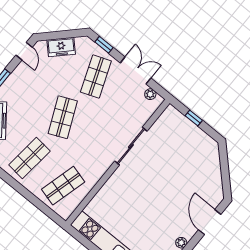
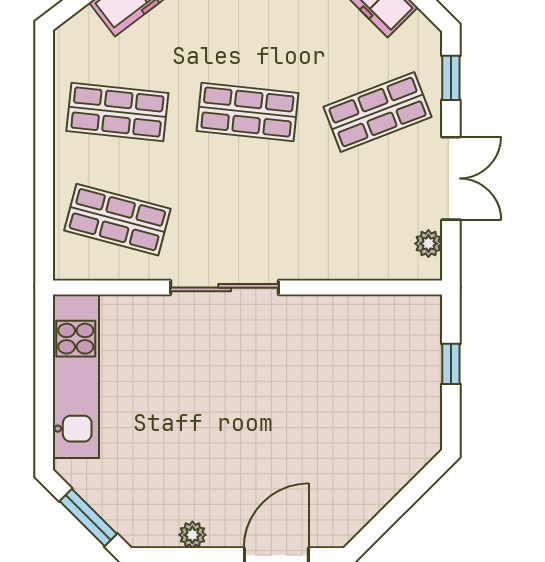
shop shelf: (63, 117) -> (247, 112), turned 30
sliding door: (131, 146) -> (225, 288), moved

